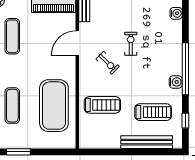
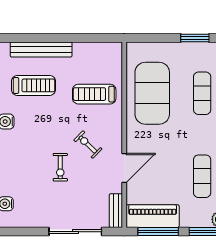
treadmill: (153, 112) -> (34, 85), turned 180

